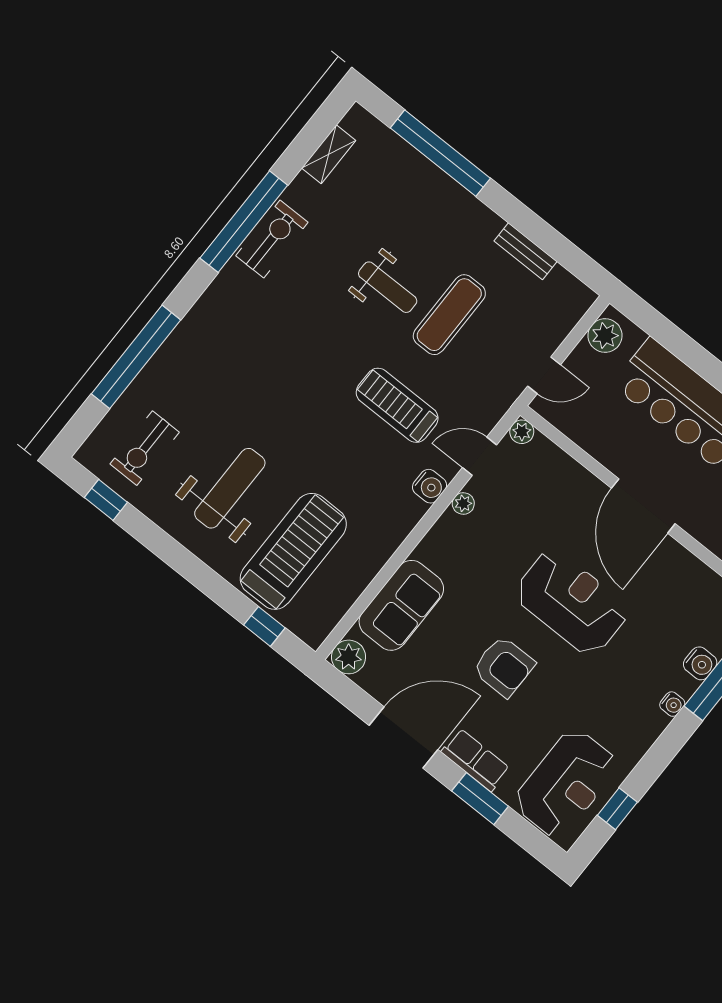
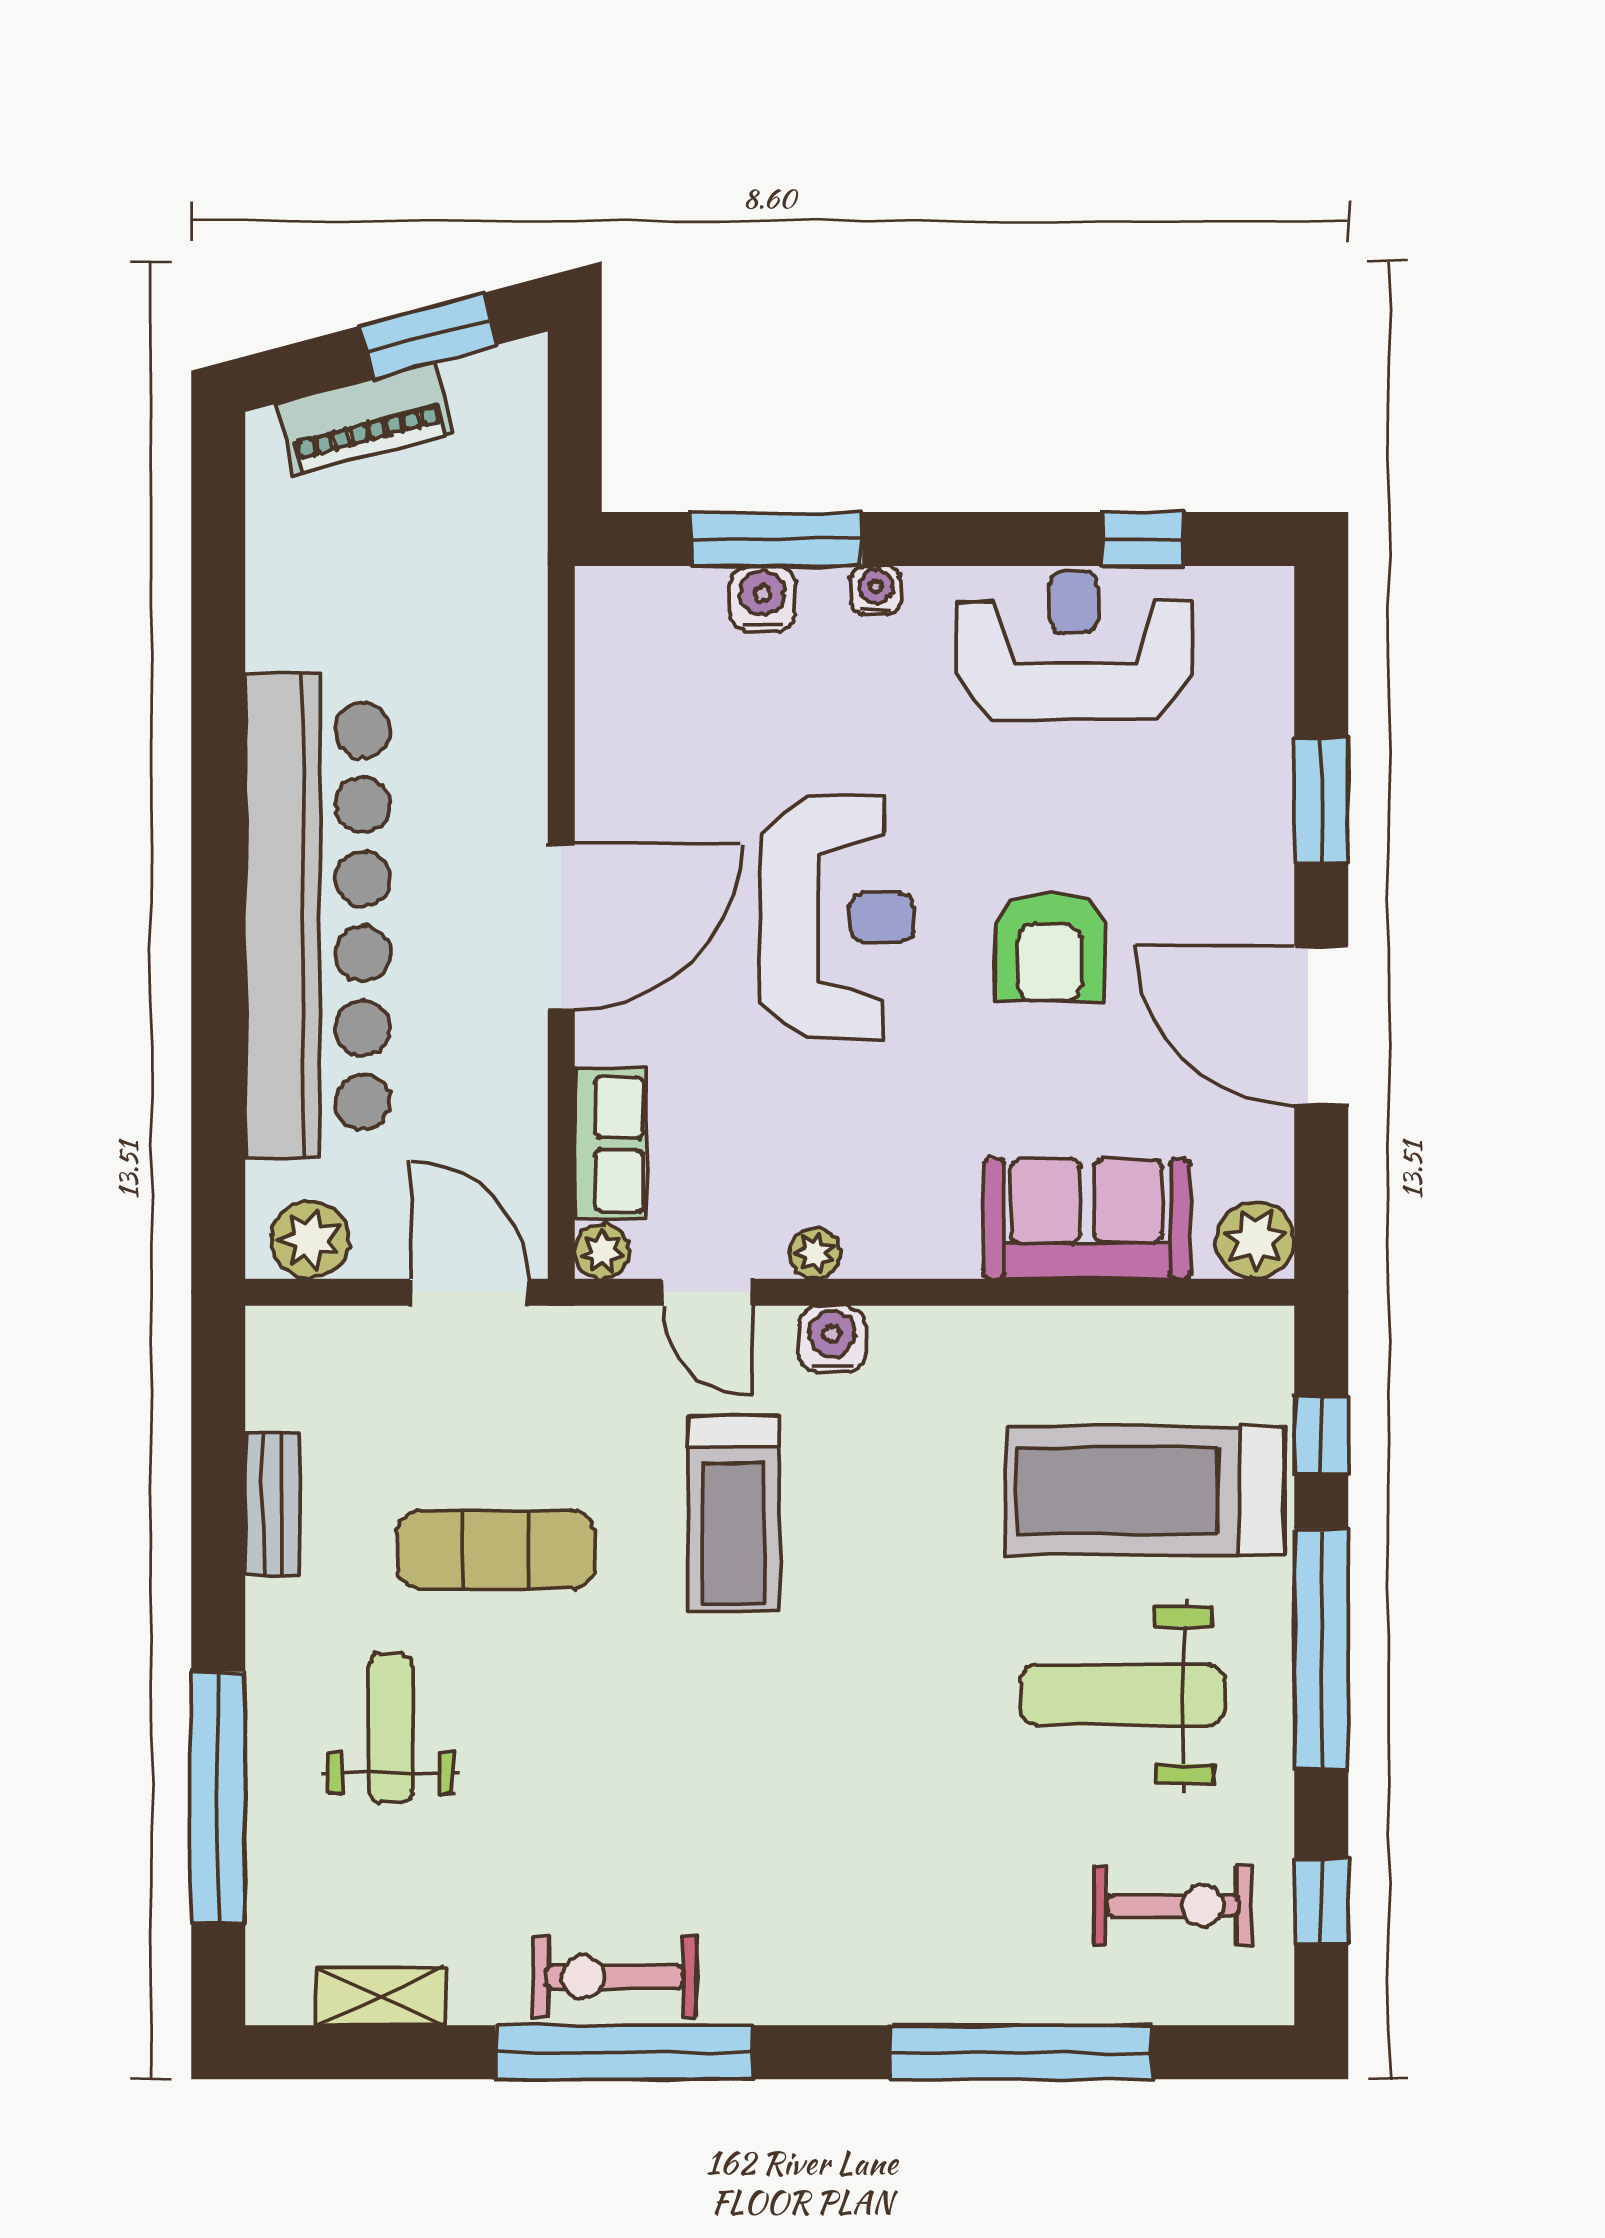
weight bench: (388, 287) -> (391, 1728), moved
door: (544, 375) -> (469, 1292), width x1.38
window: (191, 568) -> (1321, 1649), added
reception desk: (571, 602) -> (837, 918), turned 180
armchair: (504, 666) -> (1050, 947), turned 180
row of seats: (475, 760) -> (610, 1144), moved, turned 180
reception desk: (566, 783) -> (1074, 646), moved

